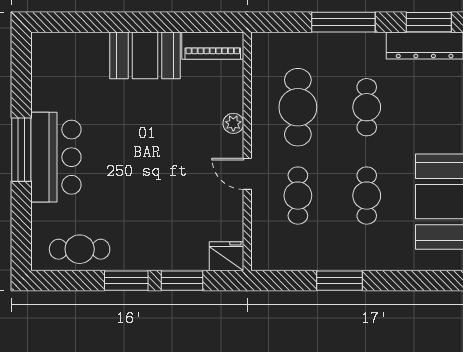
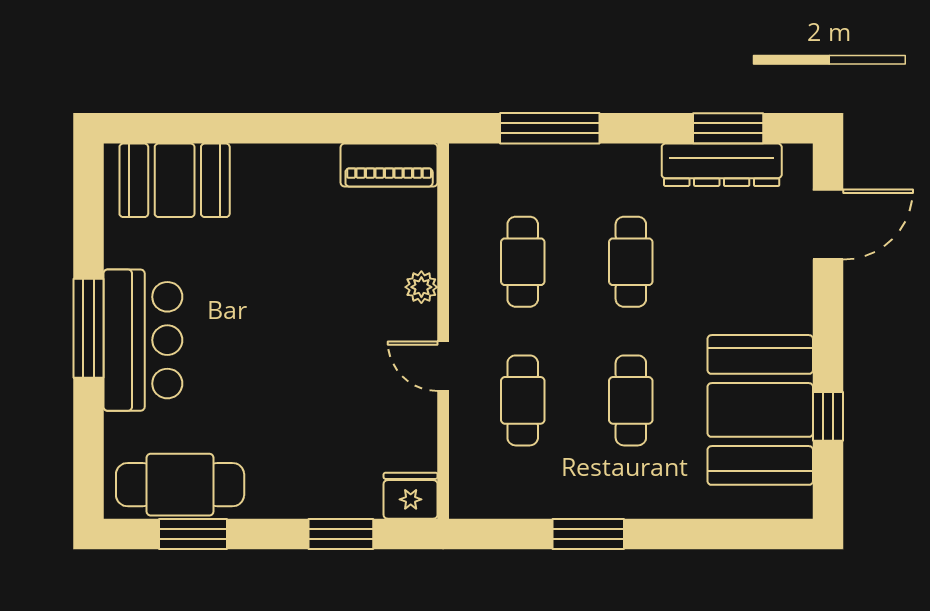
window: (343, 22) -> (550, 128), moved
booth: (145, 55) -> (175, 180), moved
cafe table: (298, 107) -> (523, 262), width x0.73, depth x0.74
cafe table: (80, 249) -> (180, 485), width x1.37, depth x1.35
window: (126, 281) -> (193, 534), moved

